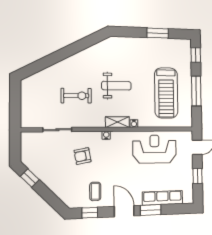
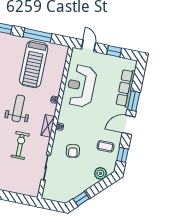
treadmill: (166, 93) -> (34, 64), turned 90
shelving: (117, 122) -> (48, 126), moved
plant: (64, 193) -> (100, 173), added

